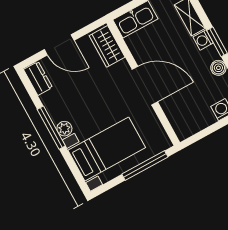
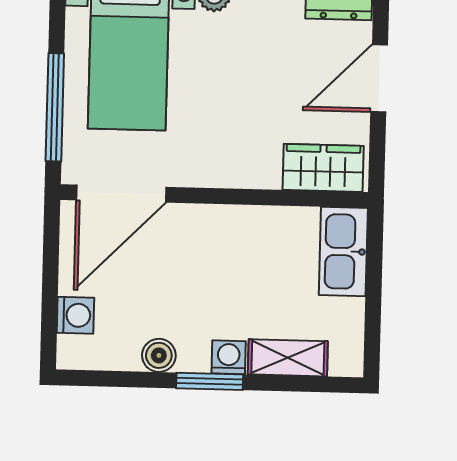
door: (145, 86) -> (121, 194), moved

